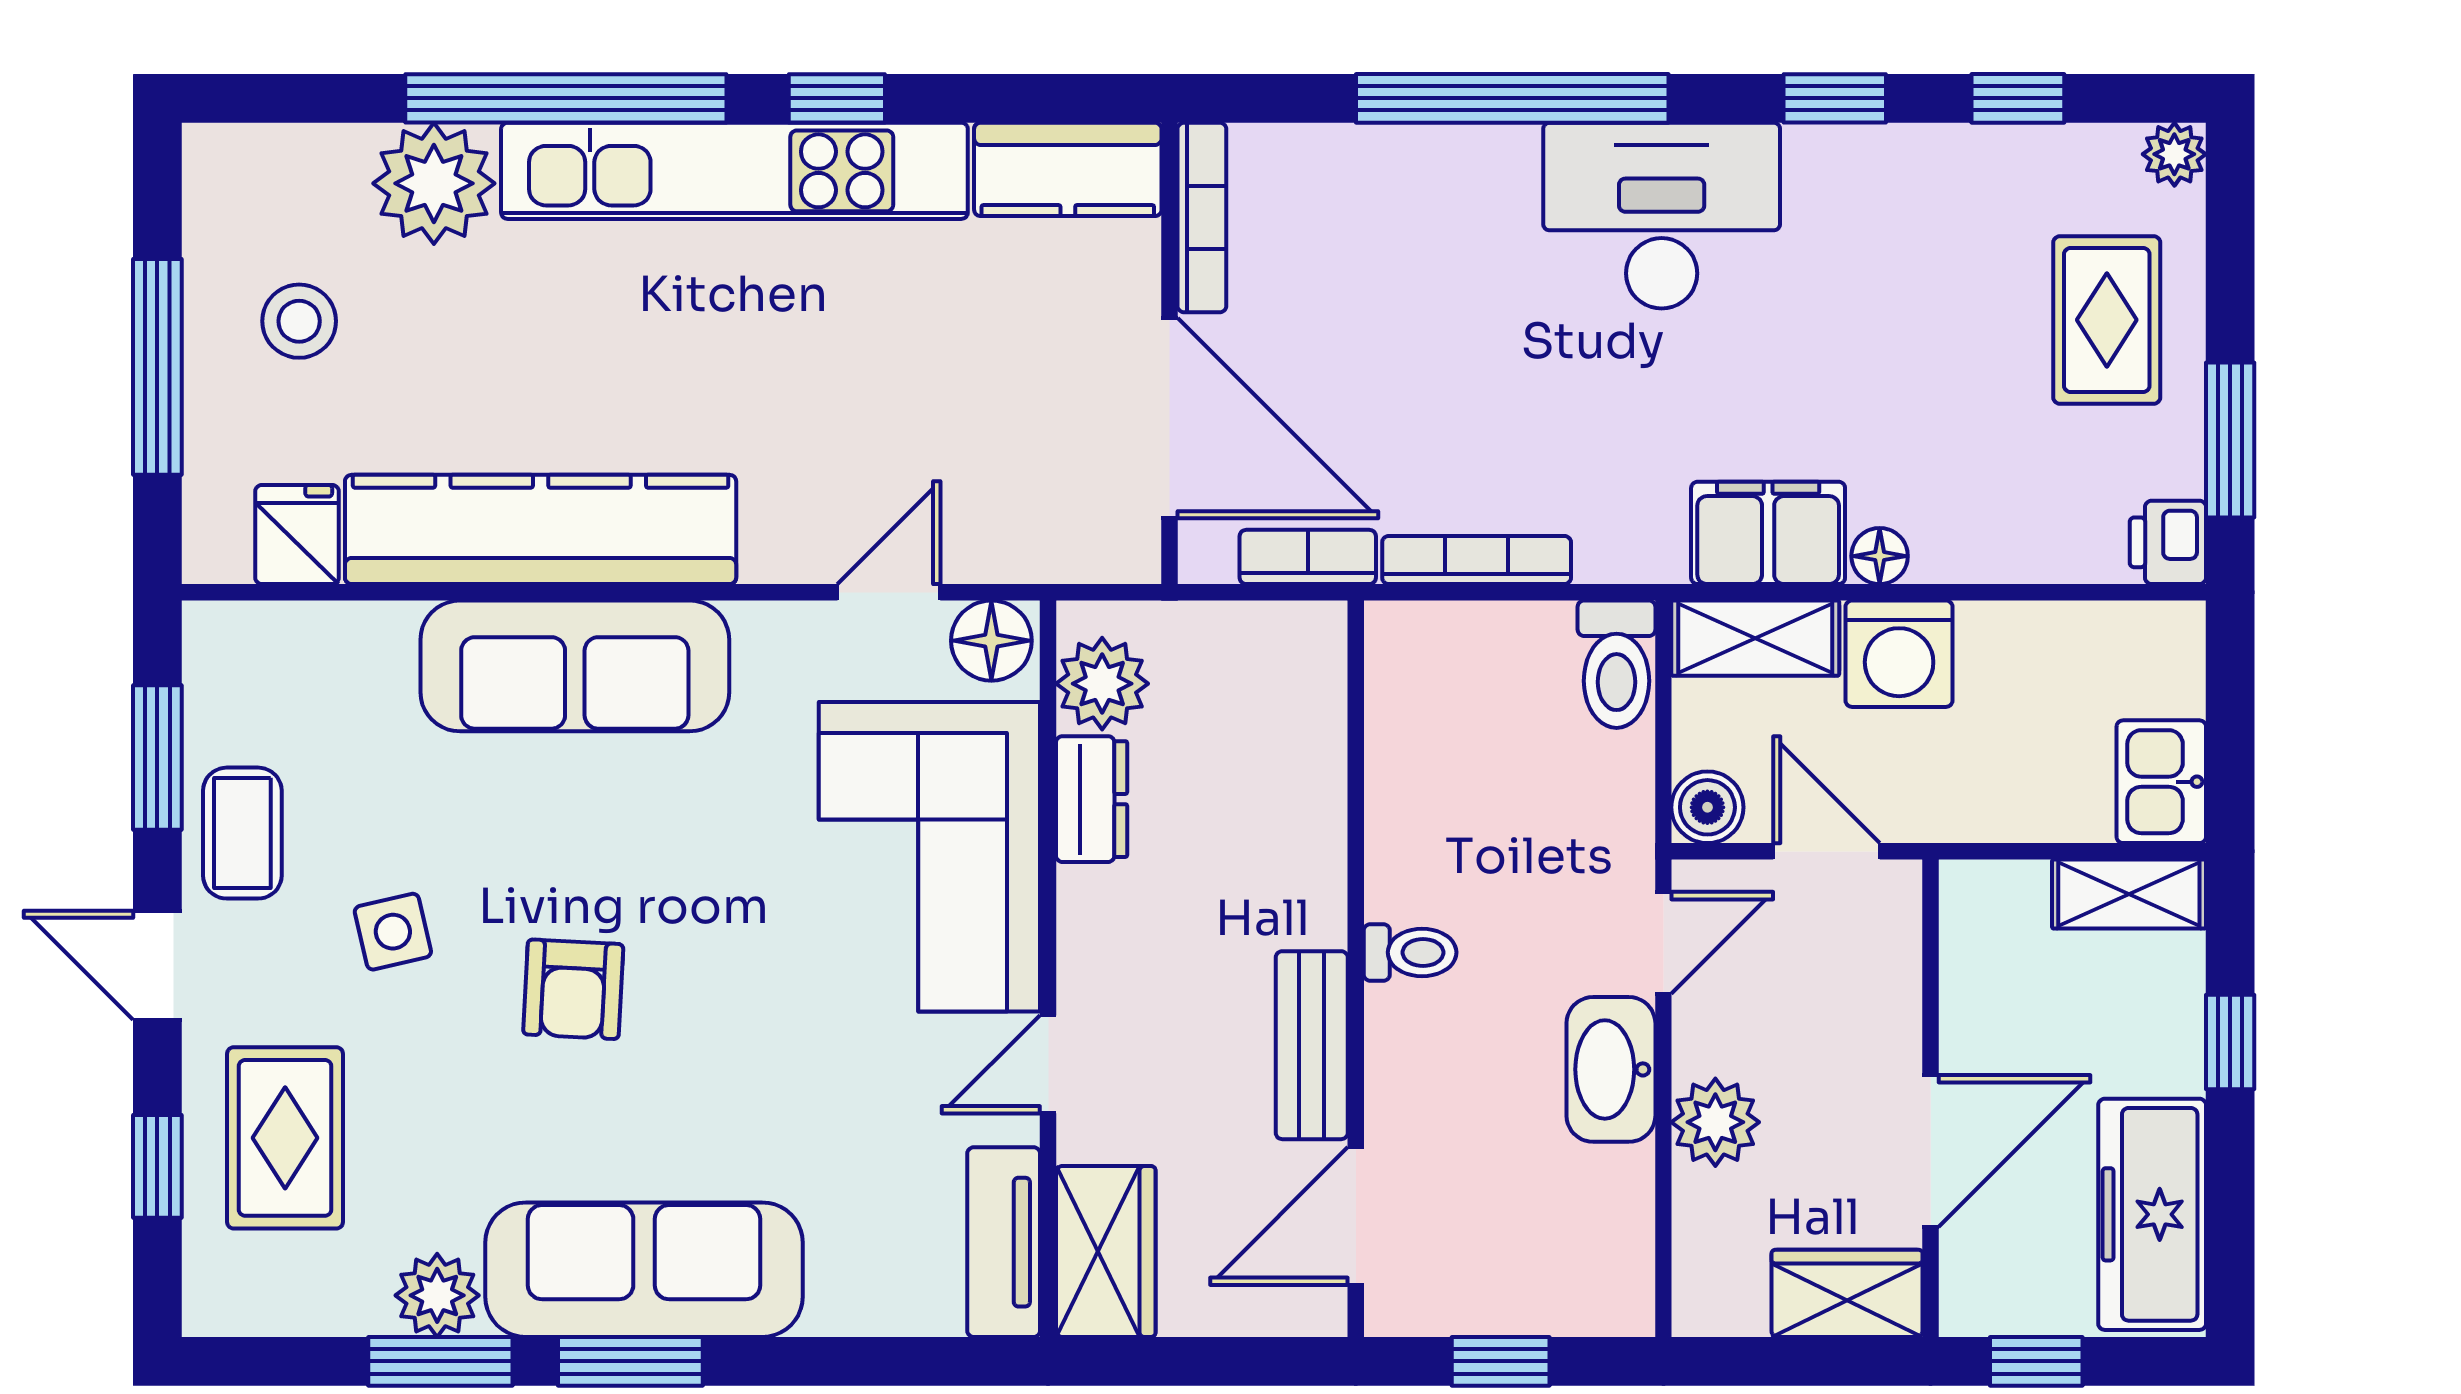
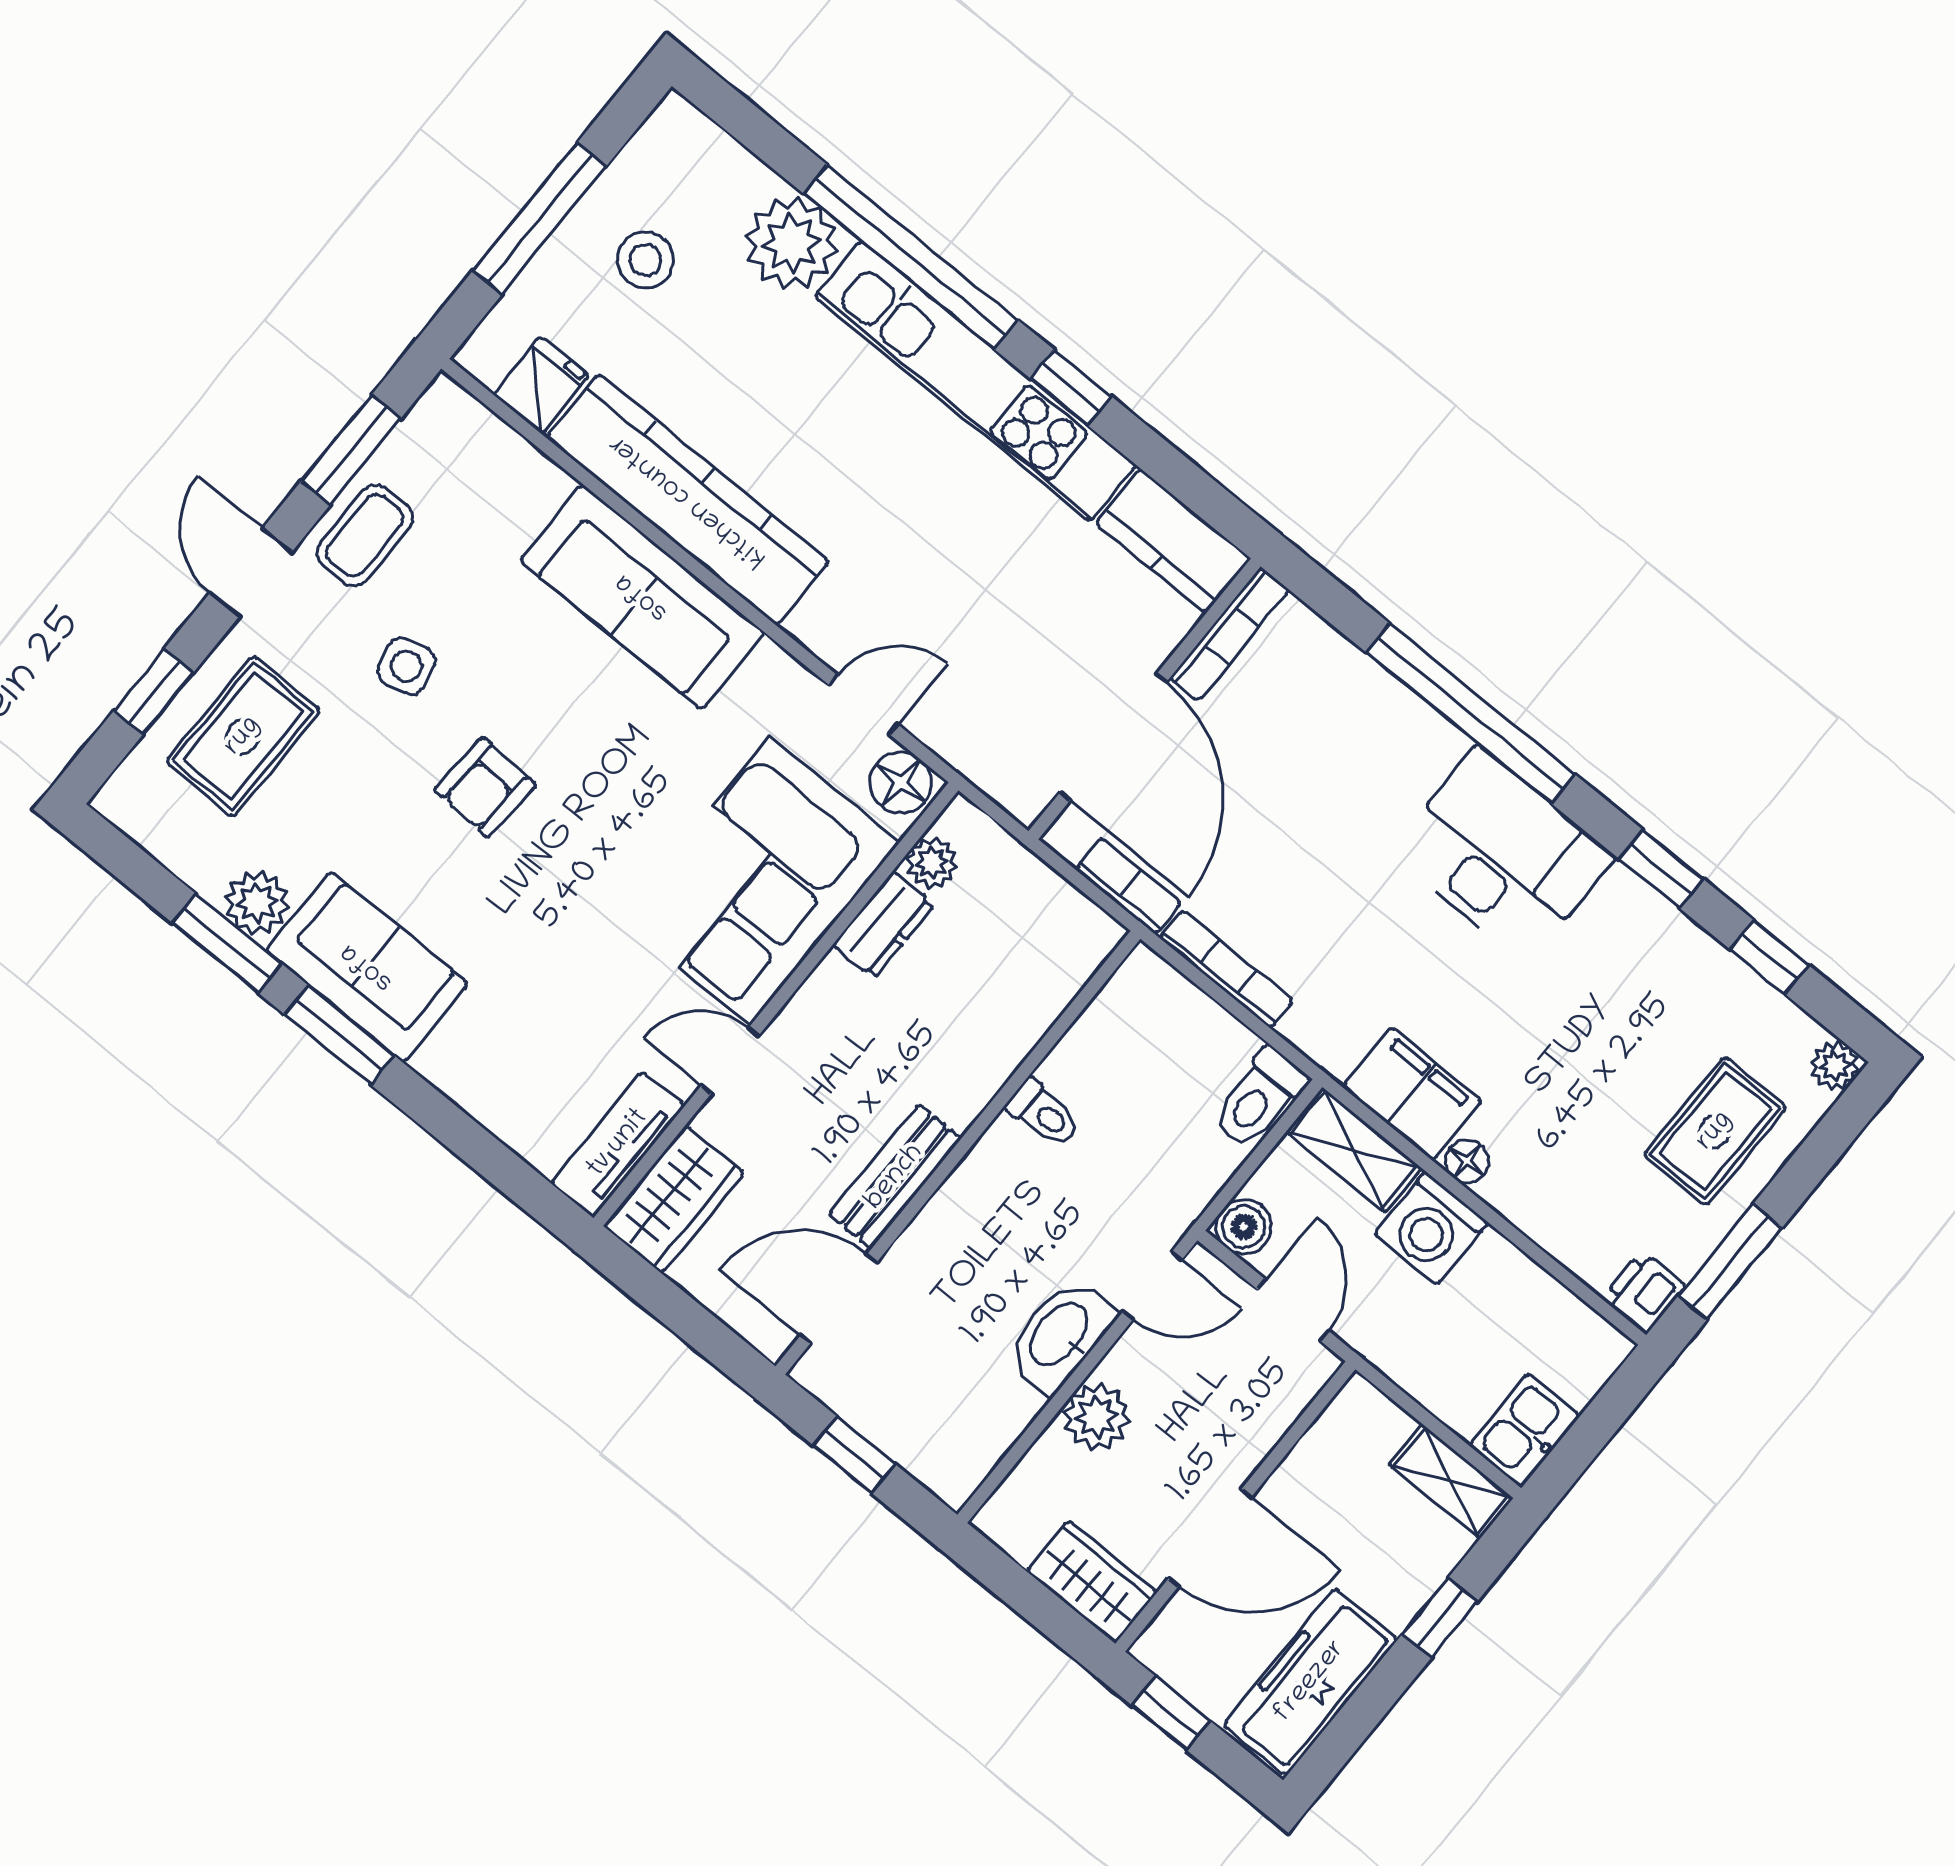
plant: (1102, 684) -> (932, 863), width x0.73, depth x0.73
toilet: (1410, 952) -> (1043, 1113), moved
sofa: (644, 1270) -> (367, 967), width x0.73

